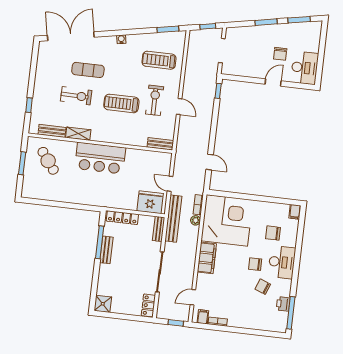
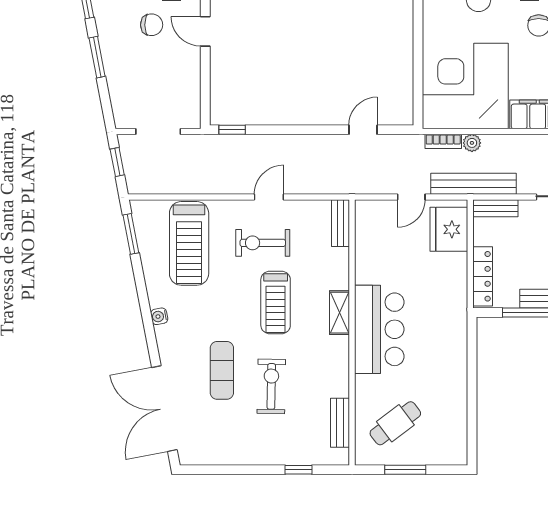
treadmill: (159, 60) -> (189, 243), width x1.37, depth x1.38
shelving: (78, 134) -> (340, 313), moved

